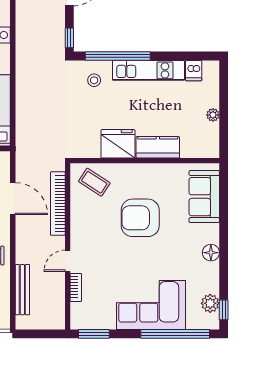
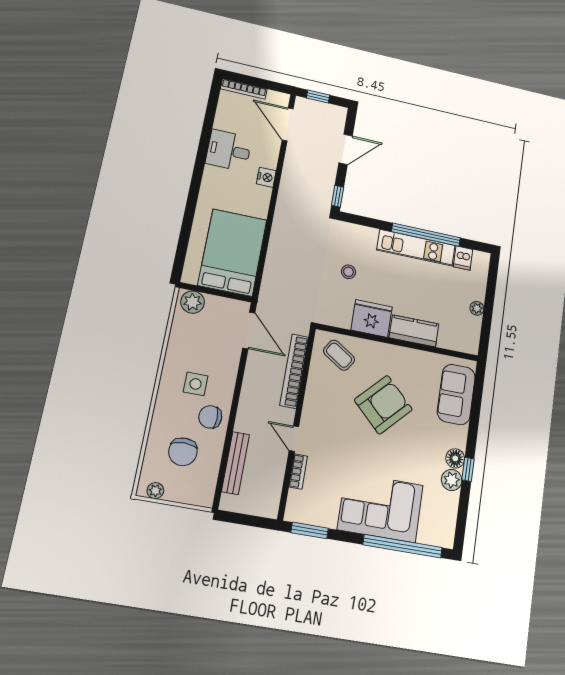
window: (118, 56) -> (426, 235), moved
stool: (94, 80) -> (348, 272), moved
door: (13, 199) -> (249, 330), moved
armchair: (140, 218) -> (383, 405), turned 134
door: (68, 261) -> (294, 439), hinge flipped
plant: (210, 303) -> (452, 480), moved
window: (224, 310) -> (468, 469), moved

